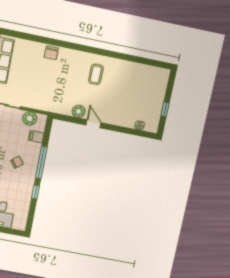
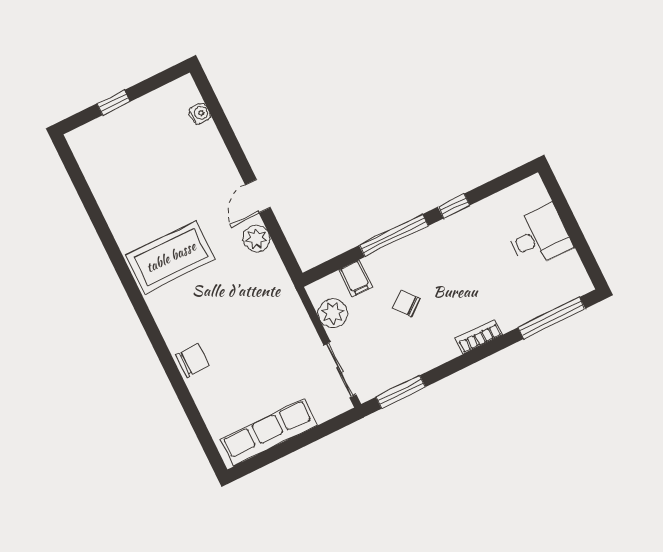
coffee table: (96, 74) -> (171, 257), width x1.86, depth x1.72
window: (165, 109) -> (113, 103), moved
chair: (17, 162) -> (406, 303), moved

